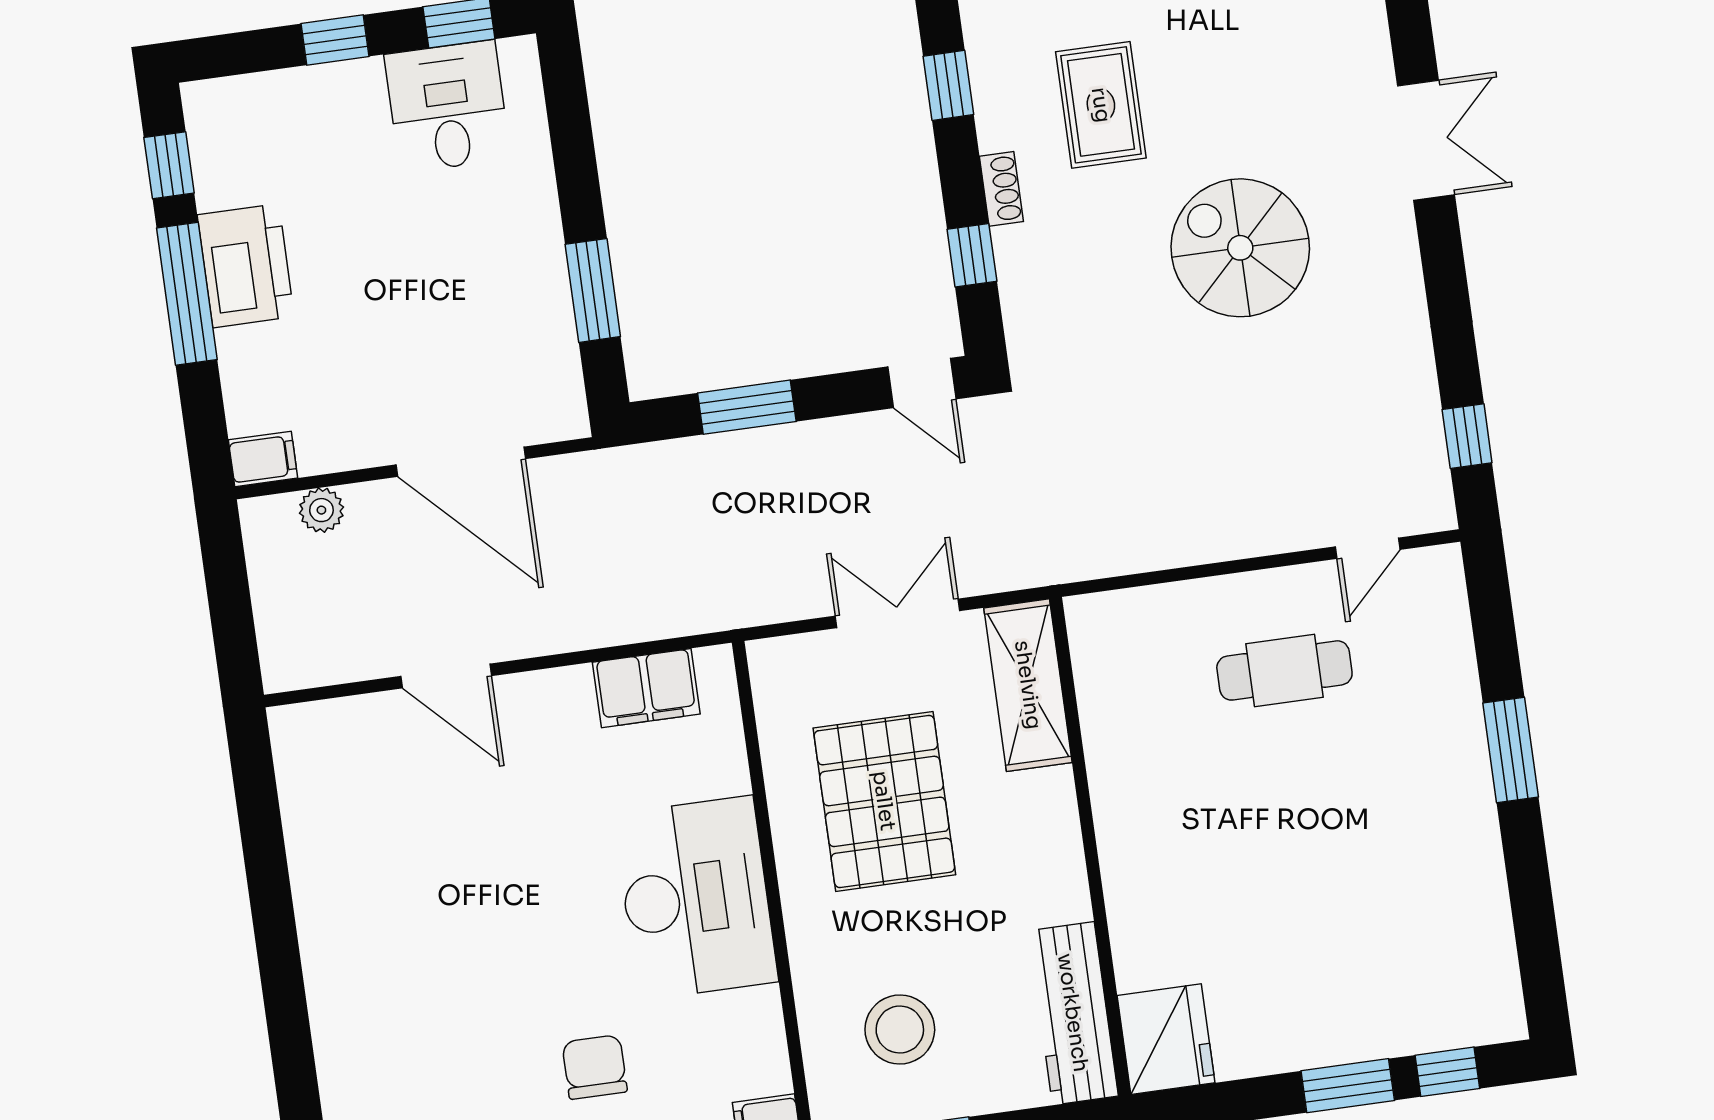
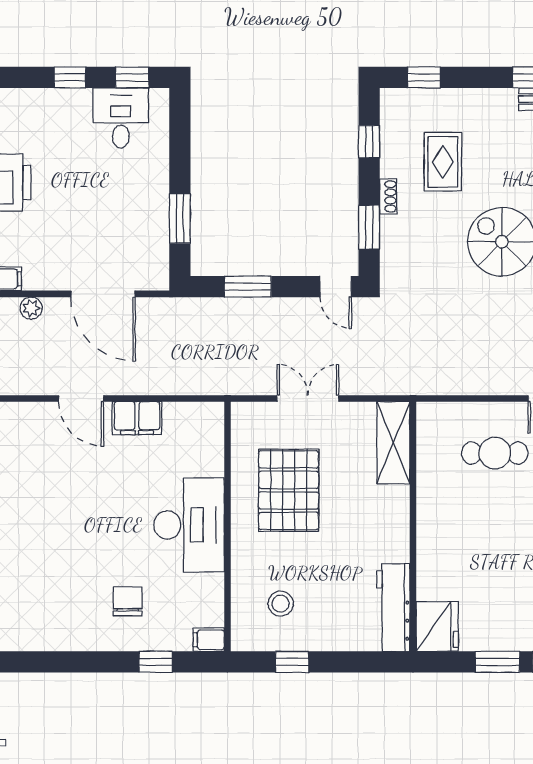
window: (972, 255) -> (369, 227), width x1.50
shelving: (1028, 685) -> (393, 443), moved
filing cabinet: (646, 688) -> (137, 418), moved
wall: (1090, 847) -> (413, 527), moved
workbench: (1073, 1013) -> (393, 608), moved
stool: (900, 1030) -> (281, 604), width x0.73, depth x0.73
fridge: (1166, 1039) -> (437, 627), moved

